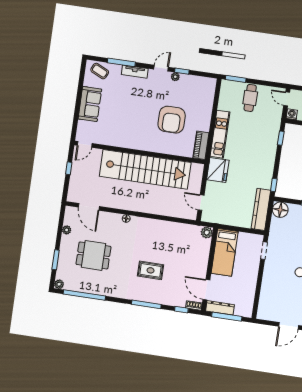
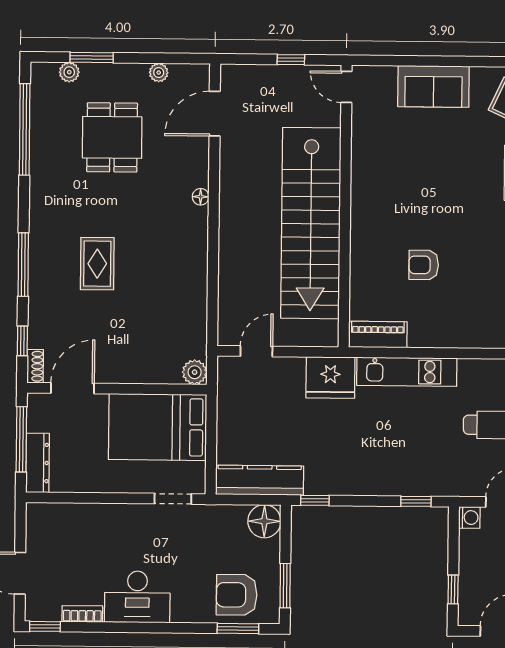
armchair: (172, 120) -> (424, 265), width x0.53, depth x0.53
bed: (225, 252) -> (158, 427), width x1.50
plant: (59, 284) -> (69, 72), moved
dresser: (220, 308) -> (38, 463), moved

